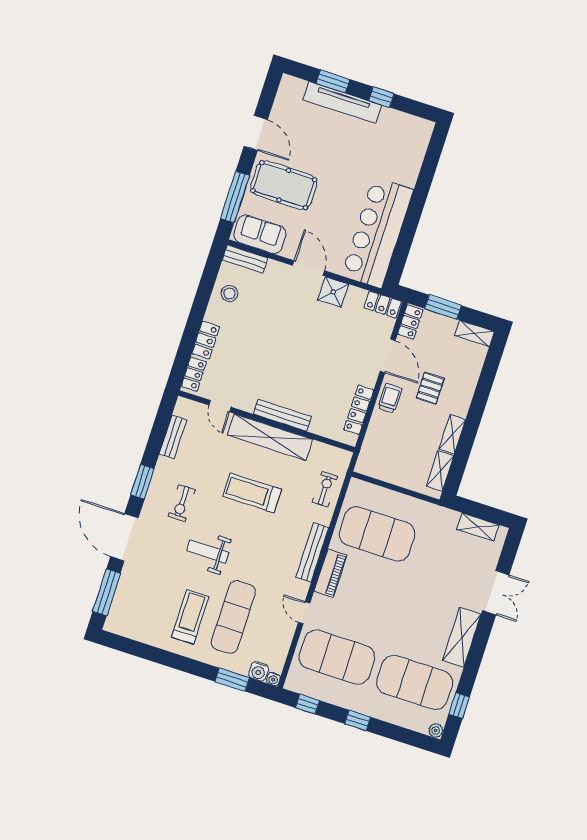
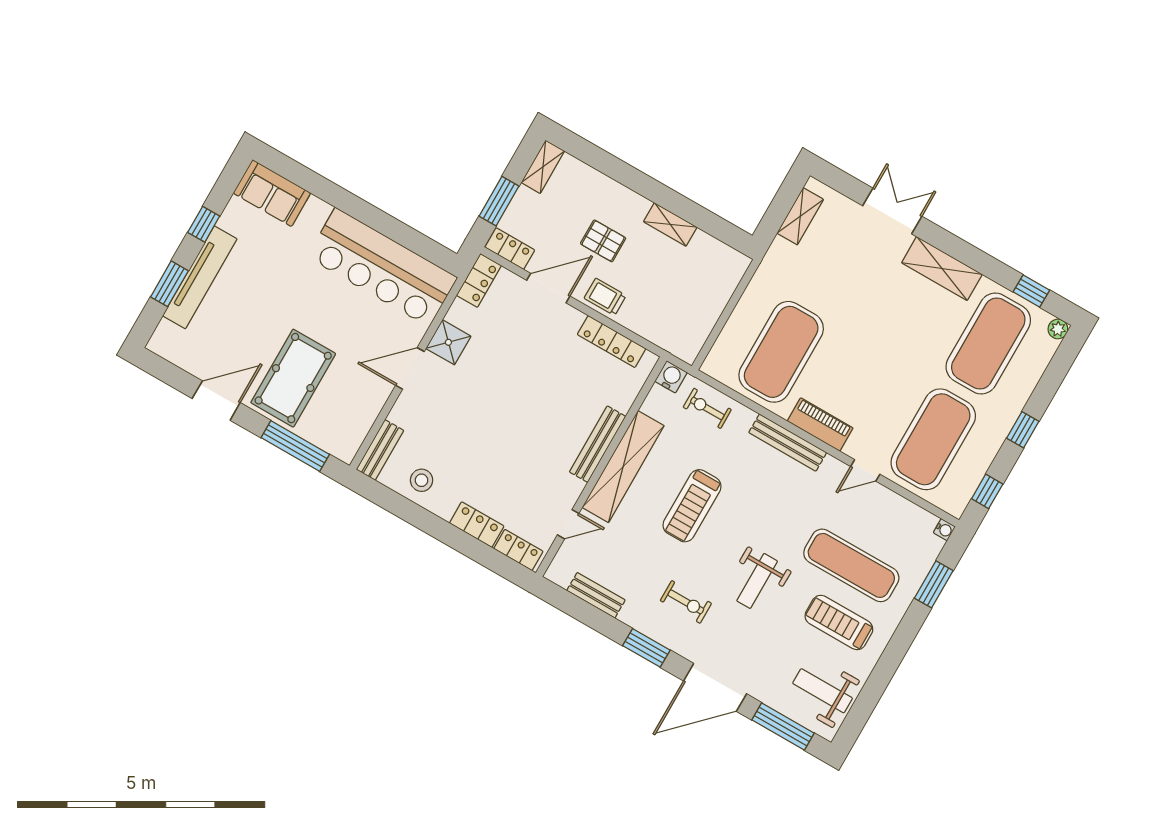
sofa: (260, 234) -> (272, 193), moved, turned -90
shelving: (440, 471) -> (715, 251), removed
weight bench: (138, 615) -> (823, 691), added
water cooler: (259, 671) -> (671, 377), moved, turned -90

